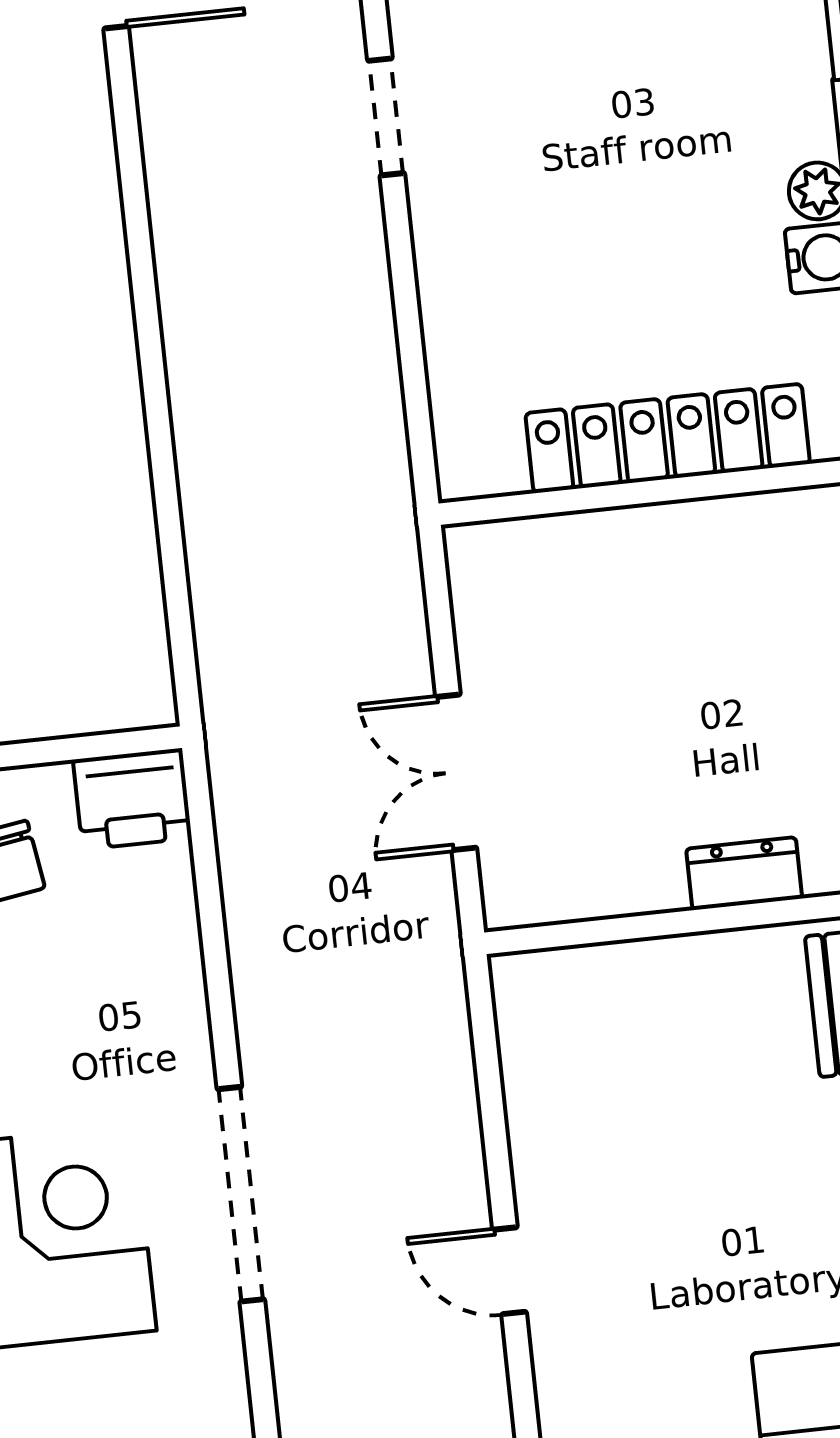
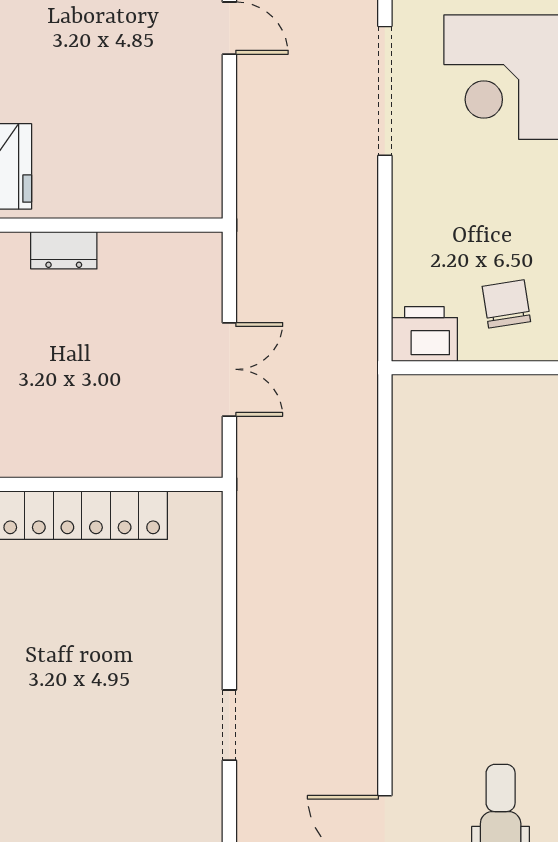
double door: (456, 772) -> (229, 369), moved

